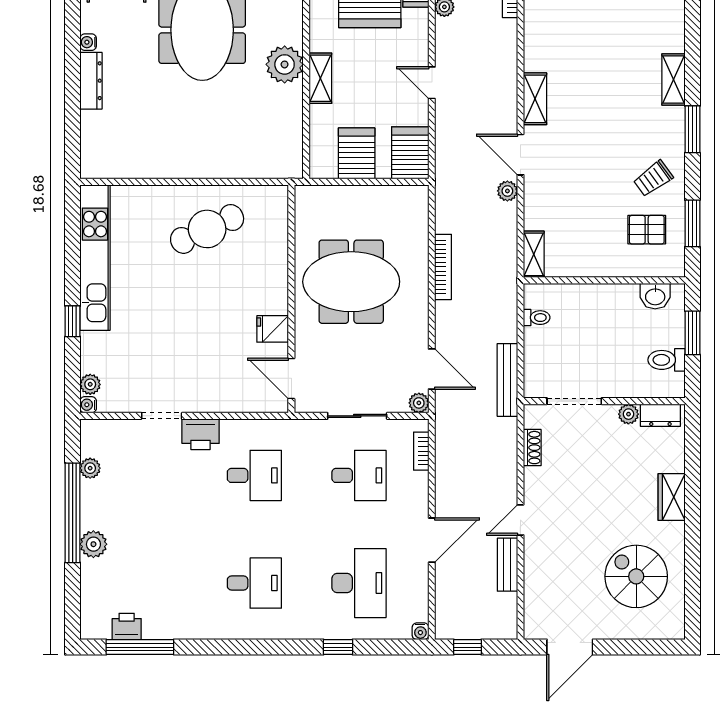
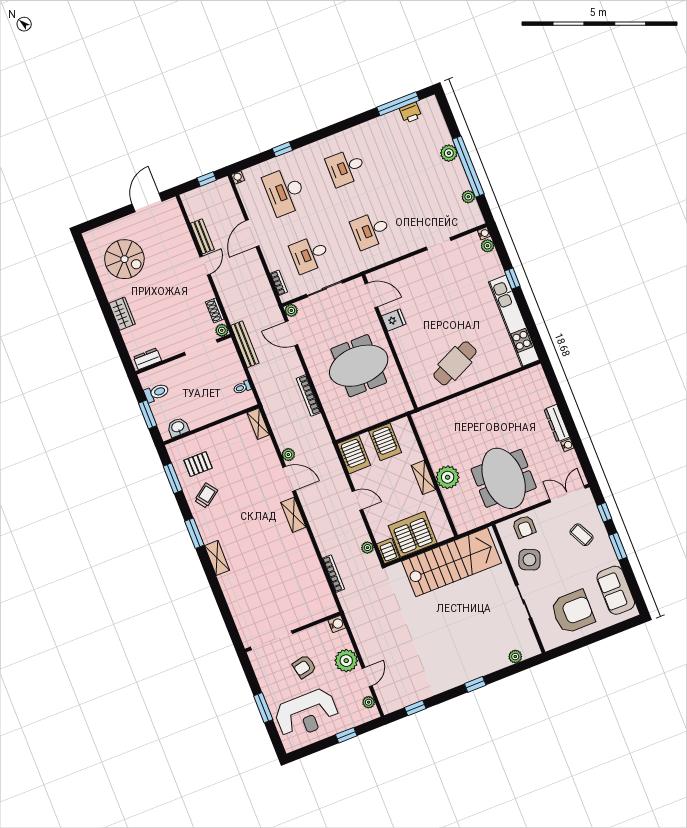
plant: (628, 414) -> (222, 330), moved
printer: (201, 434) -> (412, 242), removed

